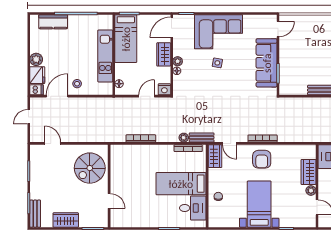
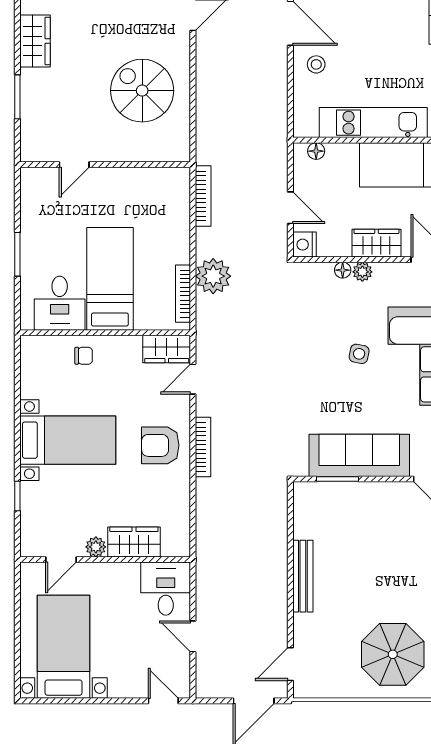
plant: (184, 138) -> (213, 276), width x1.88, depth x1.88
bench: (202, 138) -> (205, 321), removed
wall: (109, 186) -> (105, 165), moved
door: (109, 201) -> (74, 165), moved

